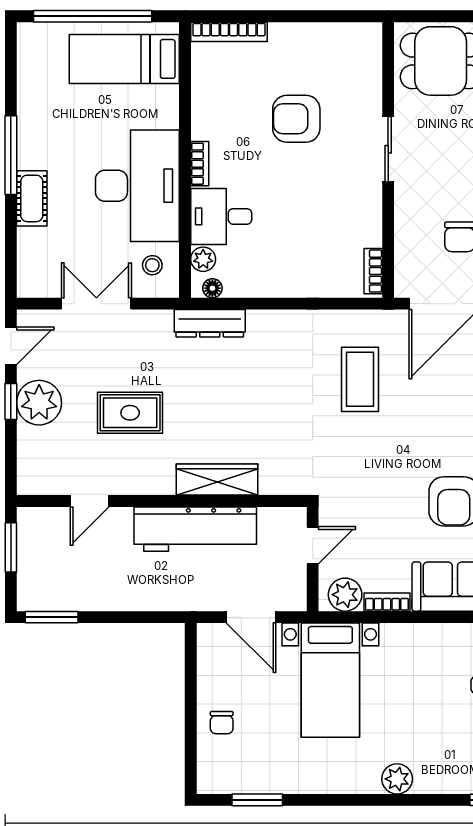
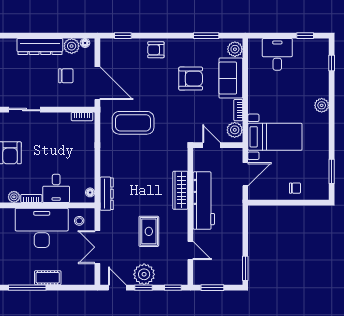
plant: (203, 259) -> (14, 197), moved
coffee table: (360, 379) -> (133, 123), width x1.36, depth x1.32
window: (11, 464) -> (173, 288), added

